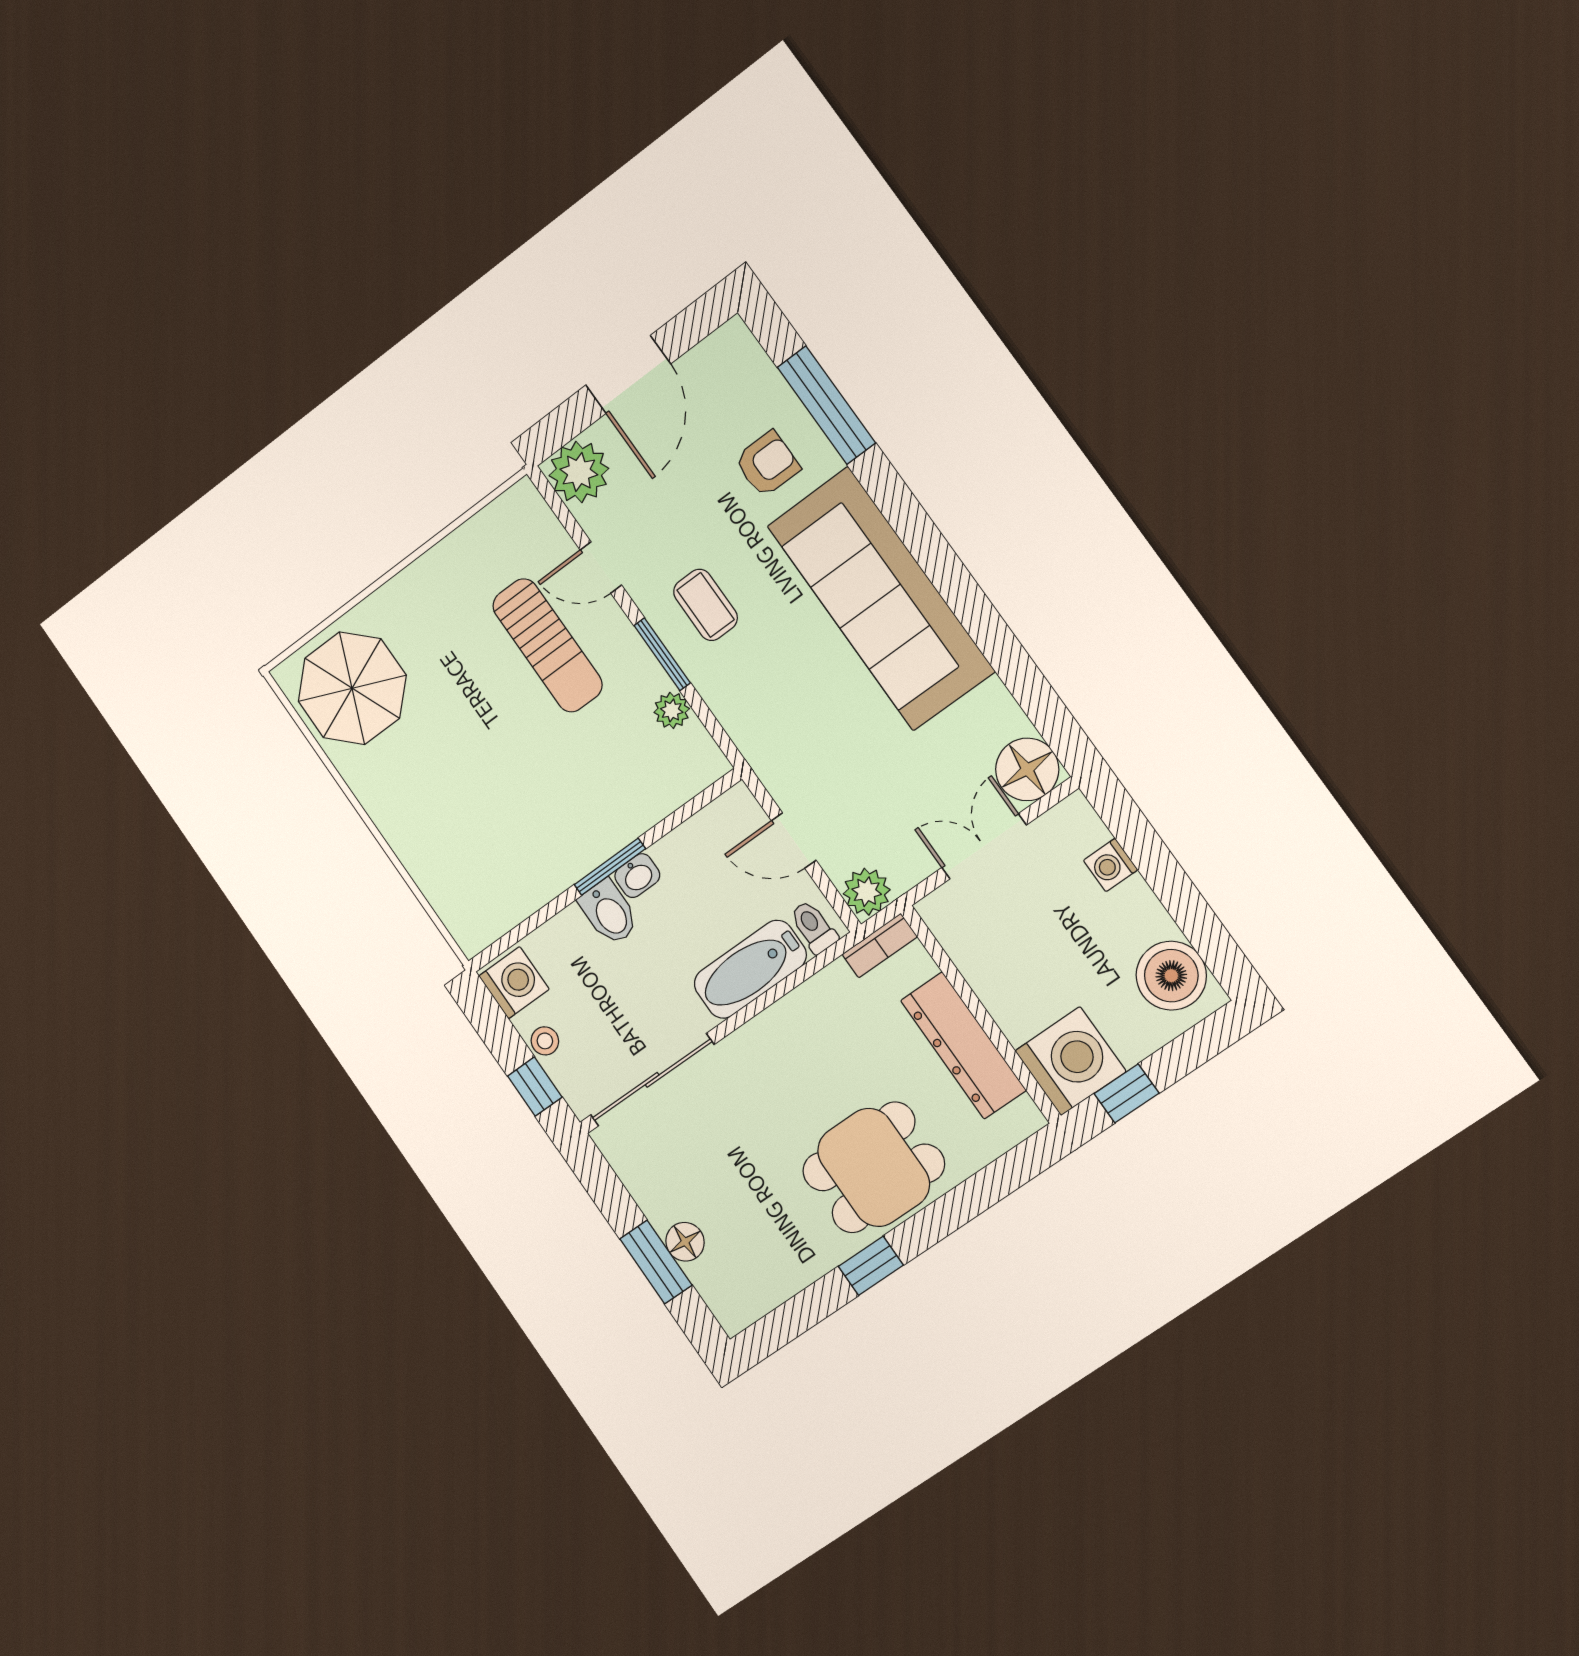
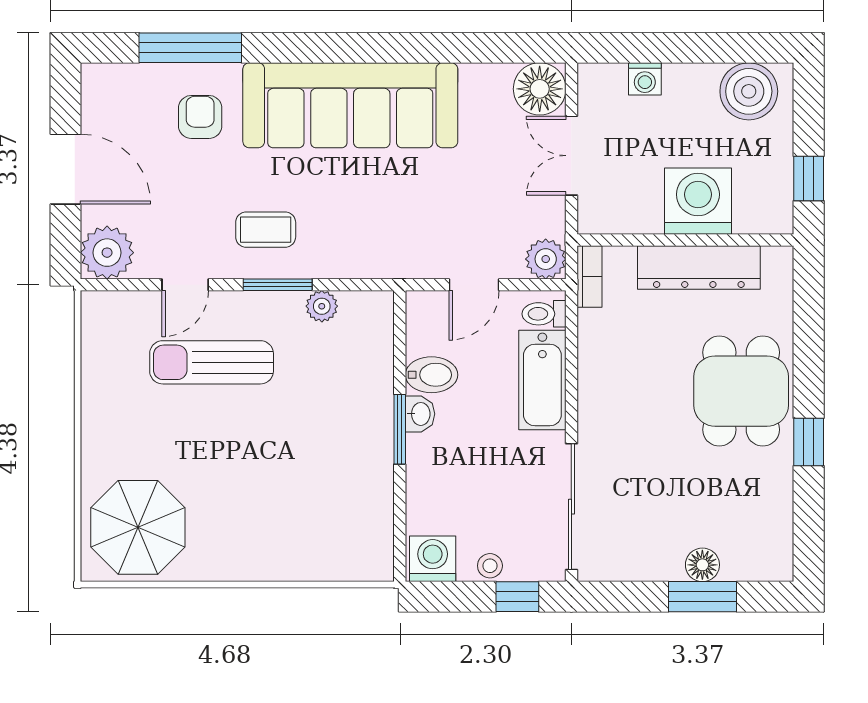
sun lounger: (547, 645) -> (212, 362), turned 180
bidet: (609, 912) -> (431, 375), moved
washing machine: (1070, 1061) -> (698, 201), moved

